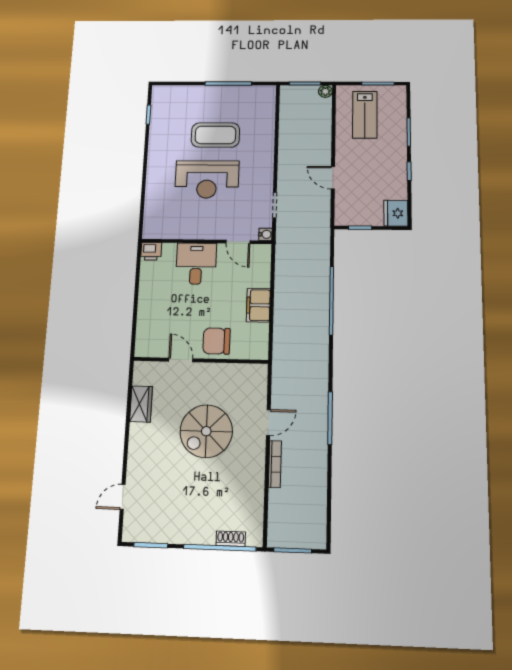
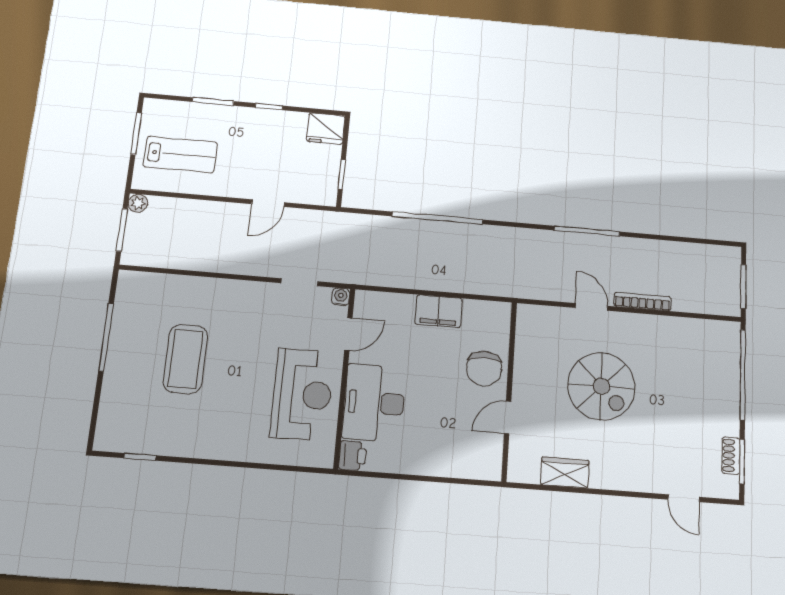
reception desk: (207, 179) -> (302, 394), moved
desk: (196, 264) -> (374, 403), width x1.37
shoe rack: (231, 539) -> (731, 456), moved

